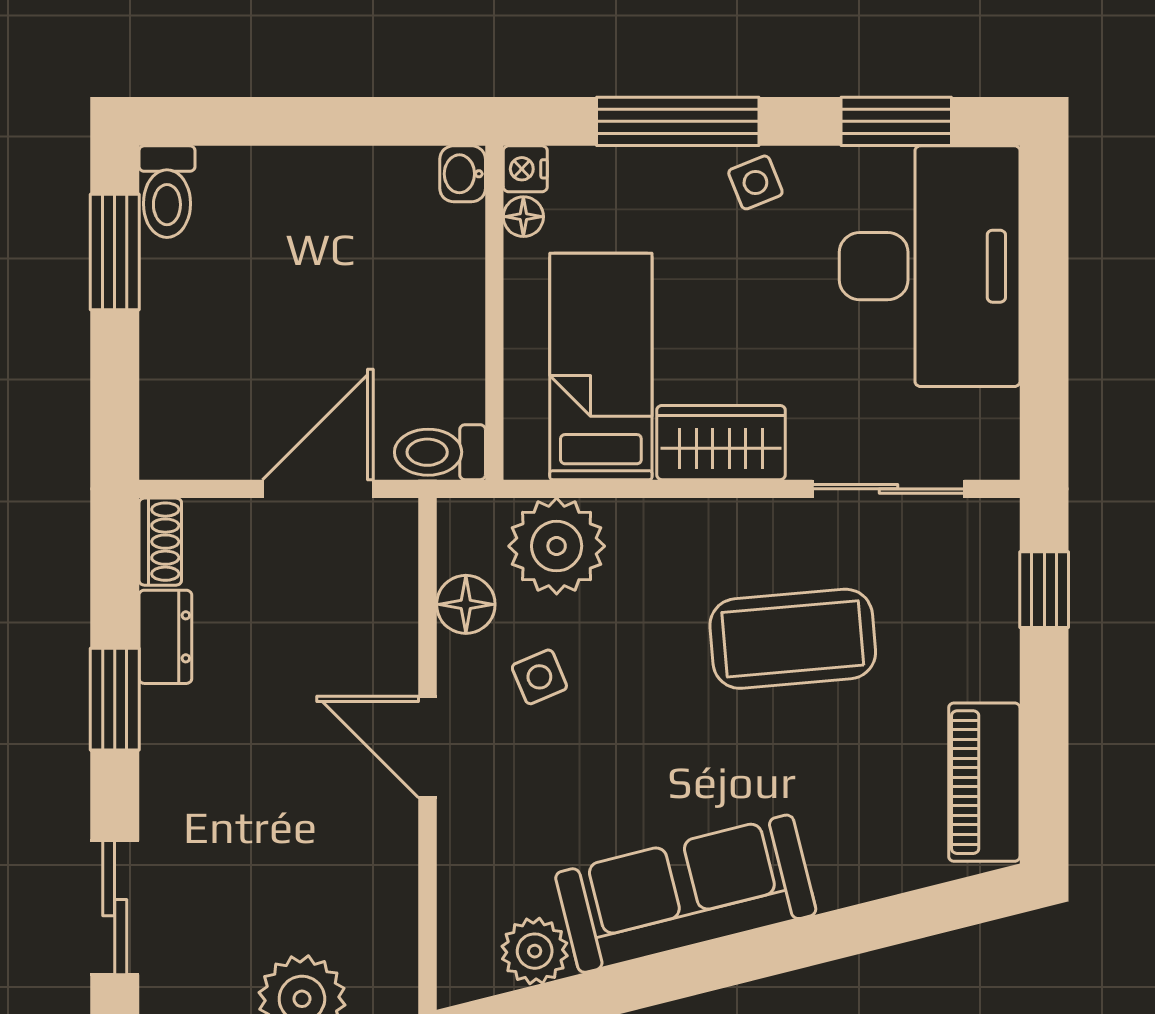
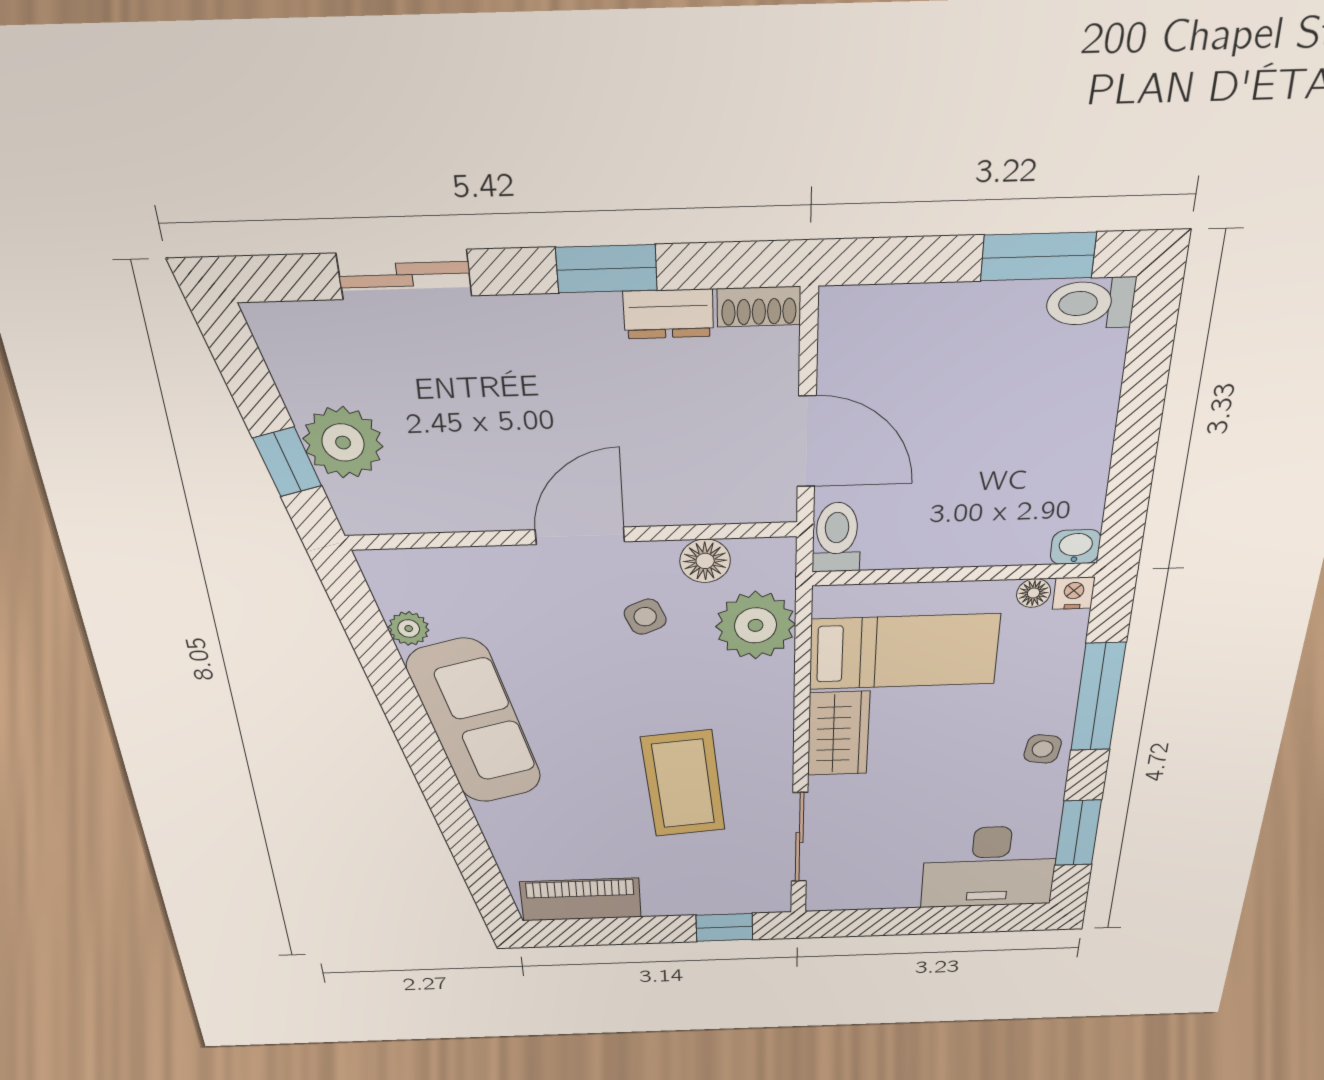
side table: (755, 182) -> (1043, 749), turned 31
desk: (930, 266) -> (989, 867), width x0.73, depth x0.77
plant: (535, 951) -> (409, 629), width x0.73, depth x0.73

